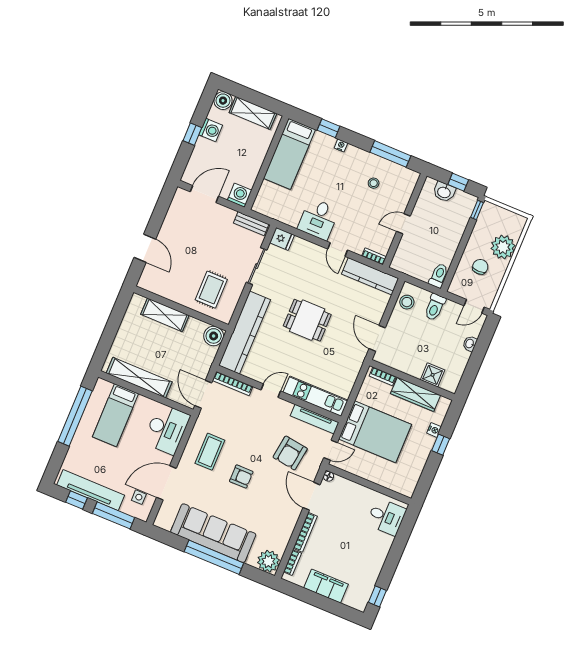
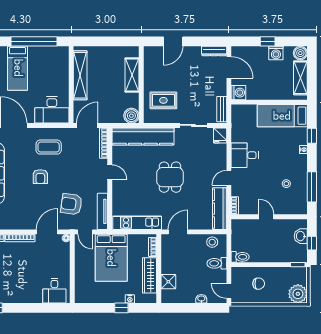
dresser: (177, 204) -> (214, 51), added
plant: (503, 247) -> (298, 294), moved
kitchen unit: (316, 396) -> (137, 223), moved, turned -90
bed: (115, 415) -> (18, 68), moved, turned -90

